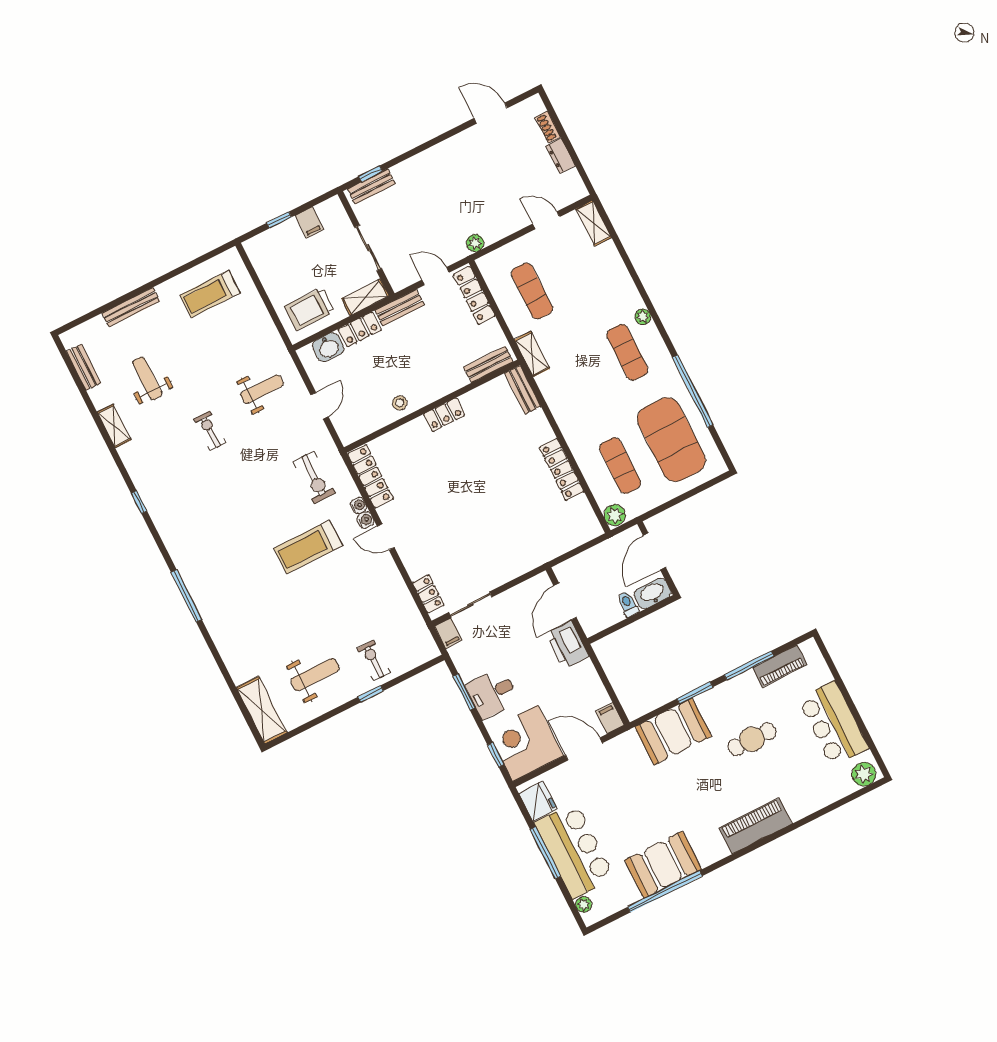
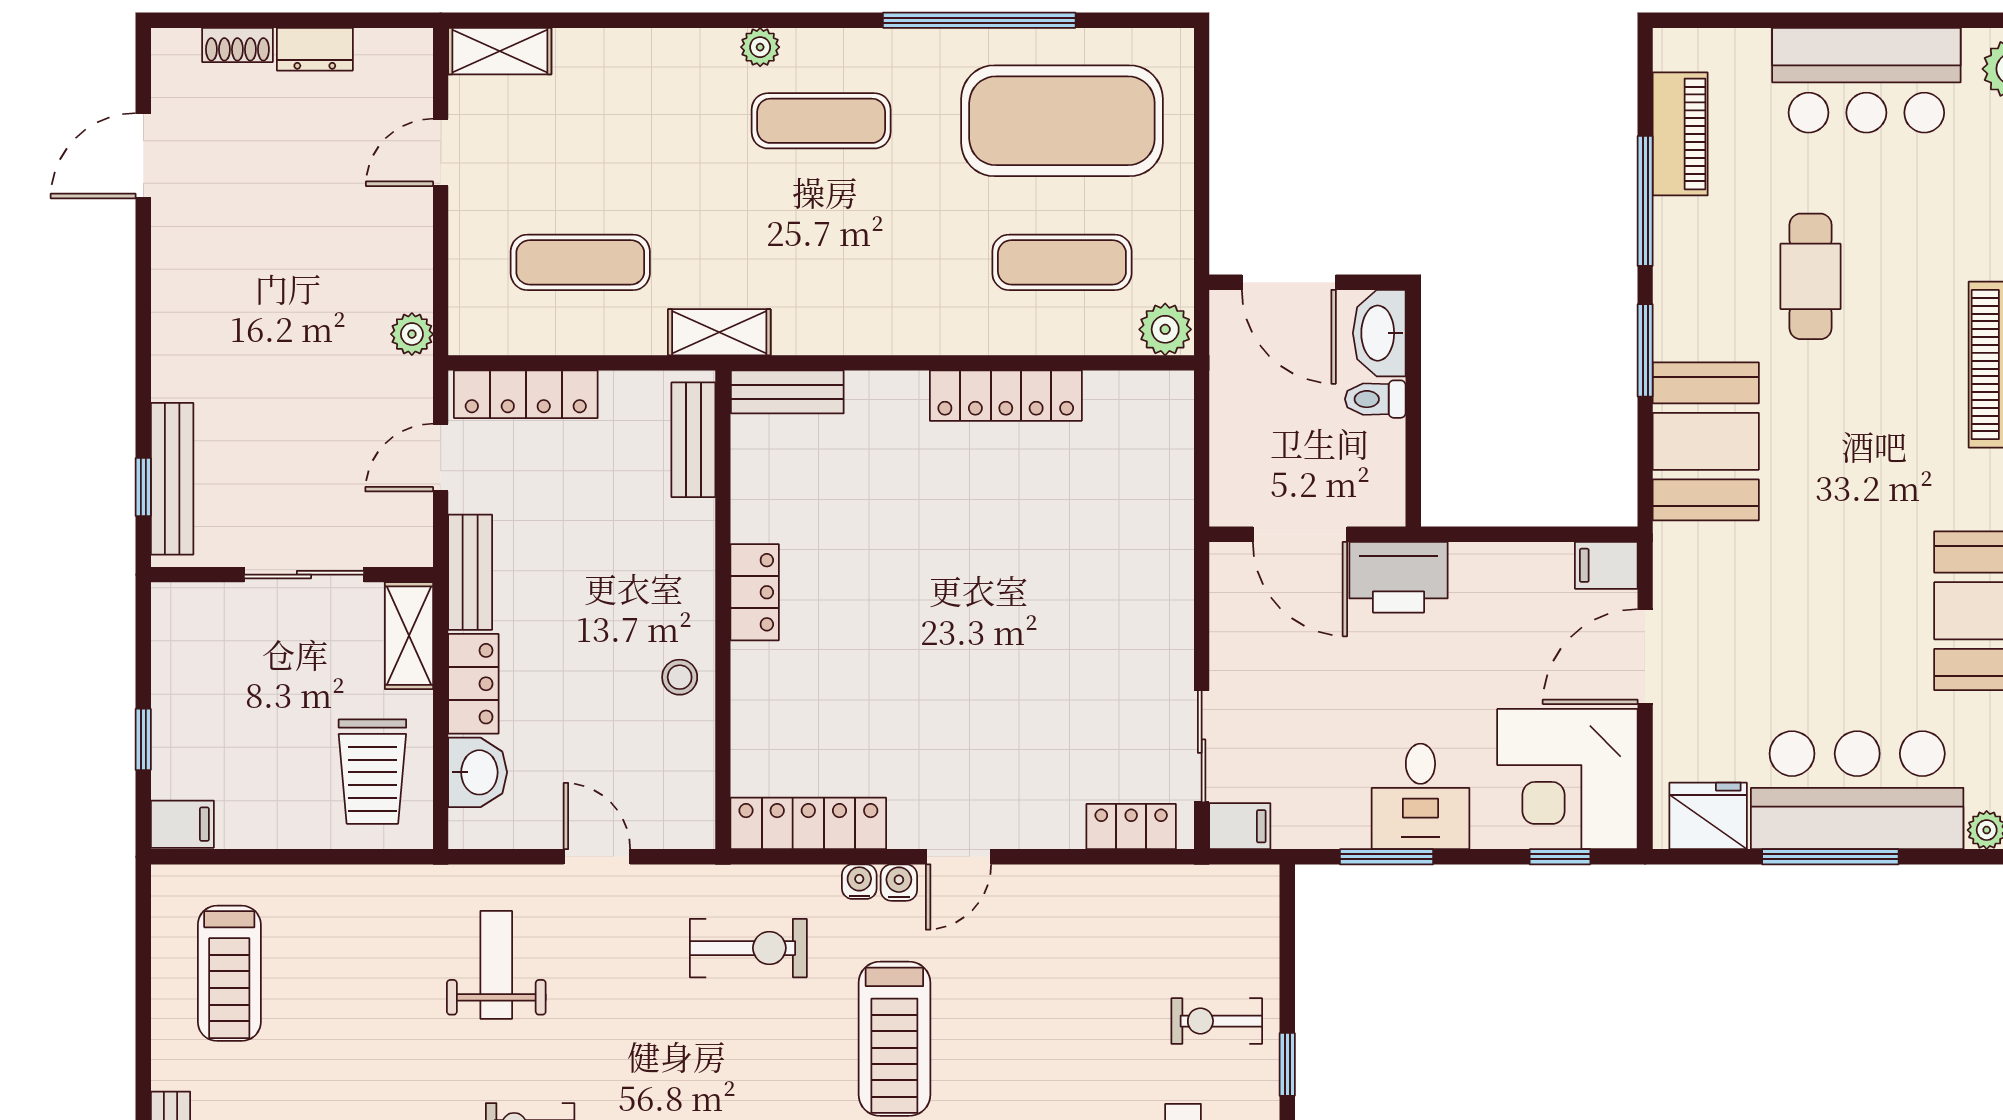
bench: (371, 186) -> (172, 479), width x1.36
filing cabinet: (309, 222) -> (182, 824), moved

